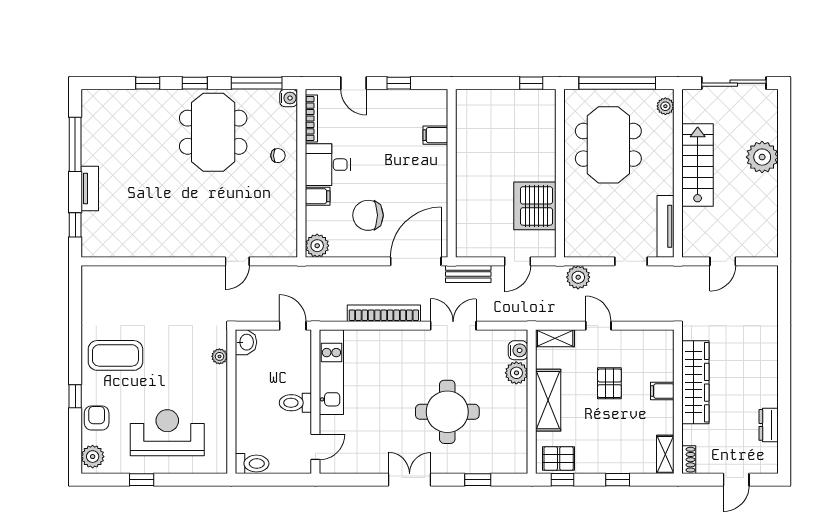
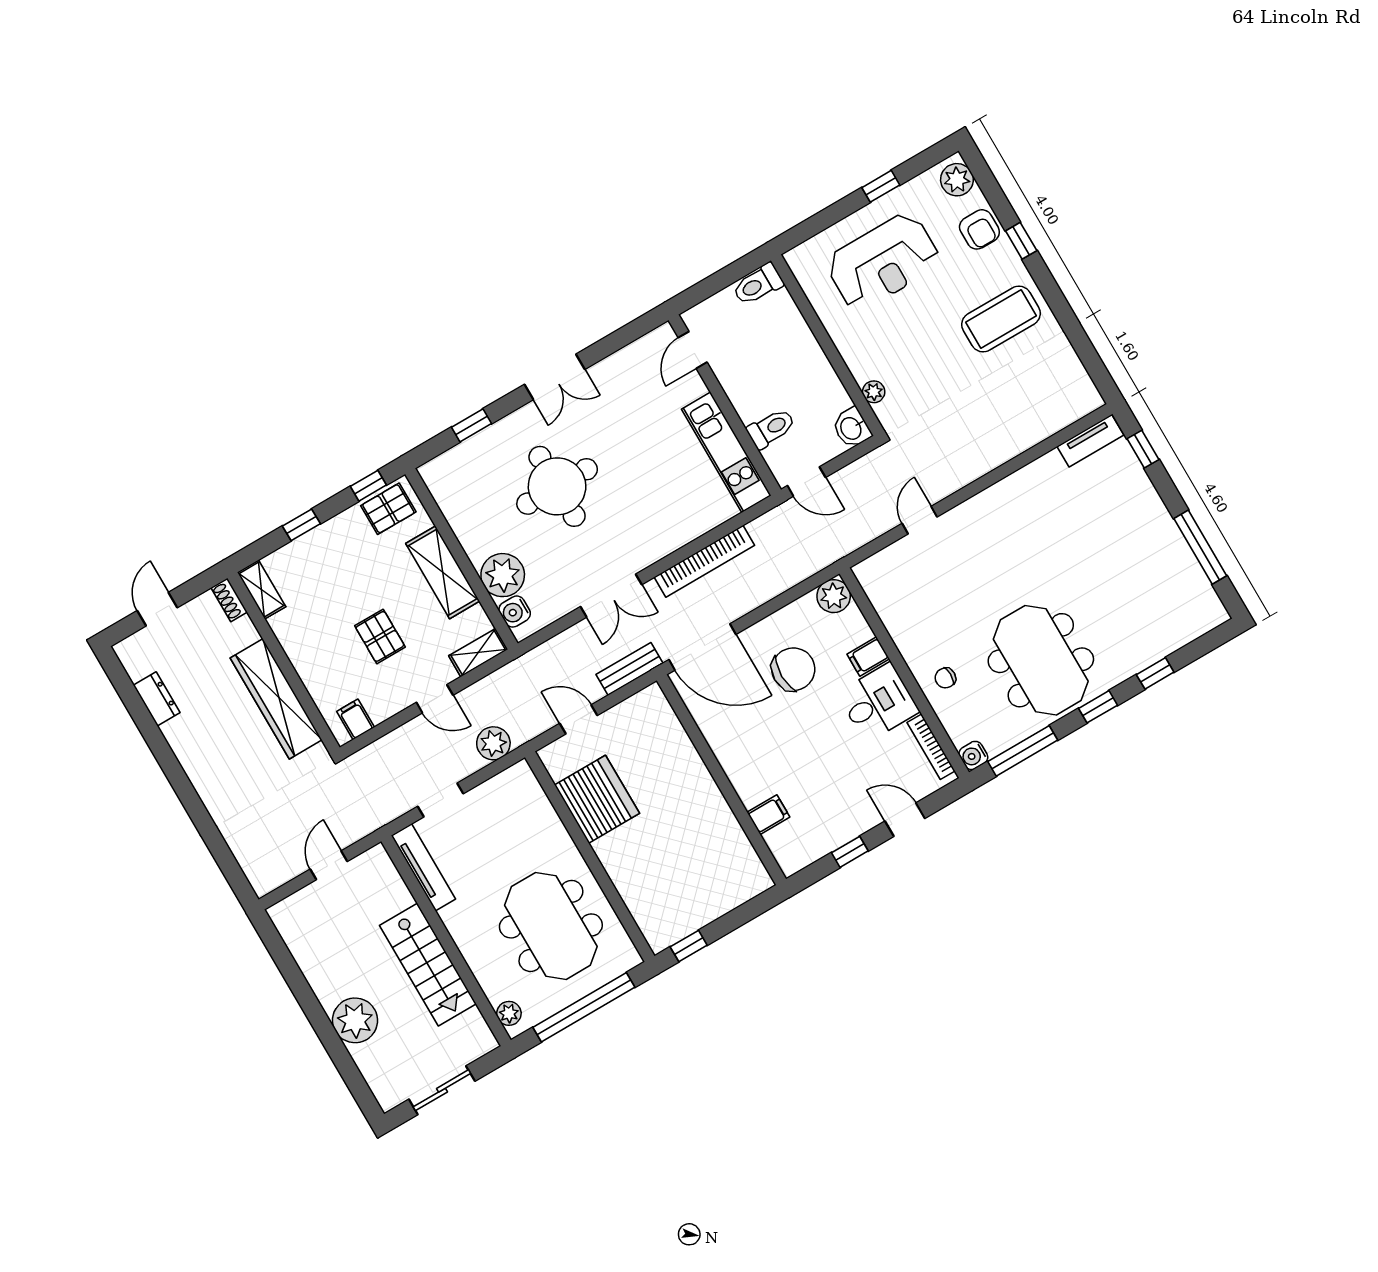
sliding door: (734, 83) -> (442, 1090), width x0.73
tv unit: (90, 188) -> (1090, 441), moved, turned -90
door: (416, 261) -> (702, 647), hinge flipped
door: (517, 261) -> (579, 719), hinge flipped
plant: (516, 373) -> (503, 575), width x1.36, depth x1.36
filing cabinet: (662, 391) -> (356, 719), moved, turned -90
toilet: (295, 403) -> (771, 428), moved

